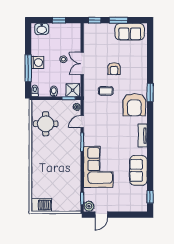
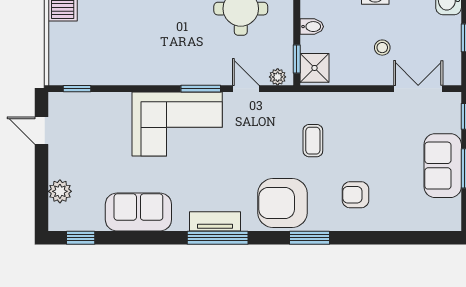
sofa: (130, 32) -> (443, 166), moved
double door: (82, 64) -> (418, 89), moved
armchair: (114, 69) -> (356, 195), moved
window: (150, 134) -> (218, 238), added
corner sofa: (98, 167) -> (177, 124), moved
plant: (89, 206) -> (60, 191), moved

